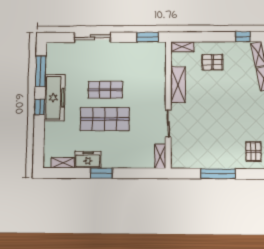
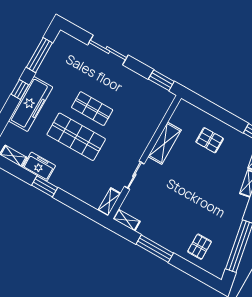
shelving: (182, 47) -> (127, 220), moved
freezer: (55, 98) -> (31, 104), moved

